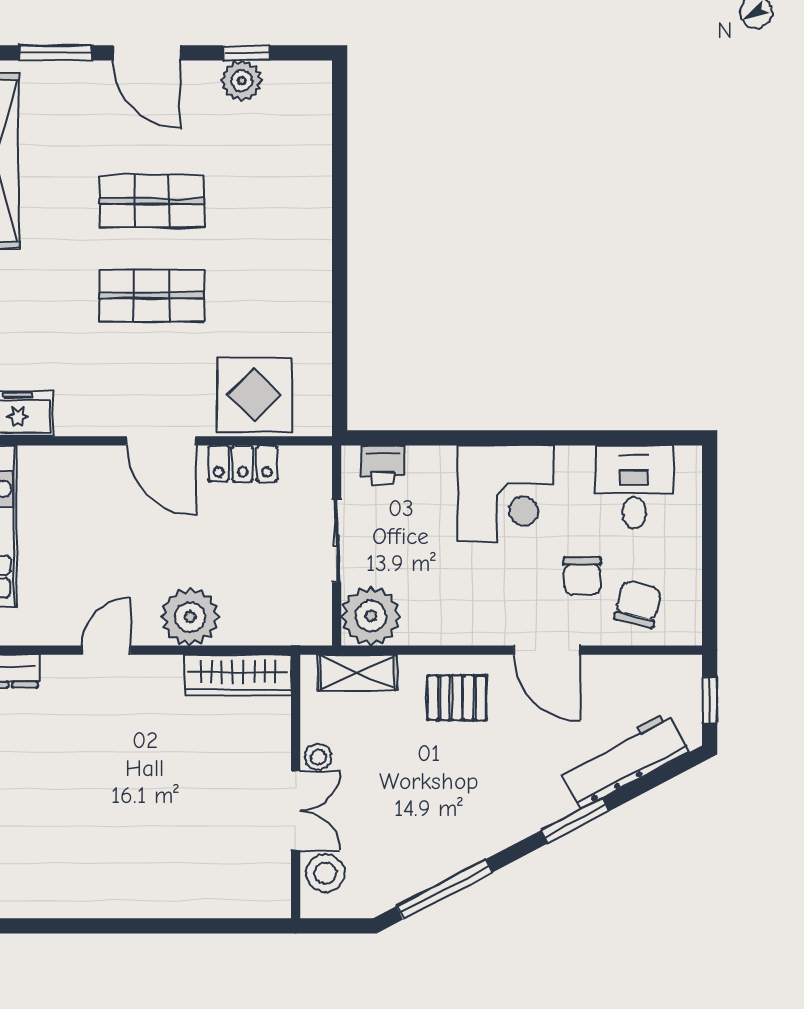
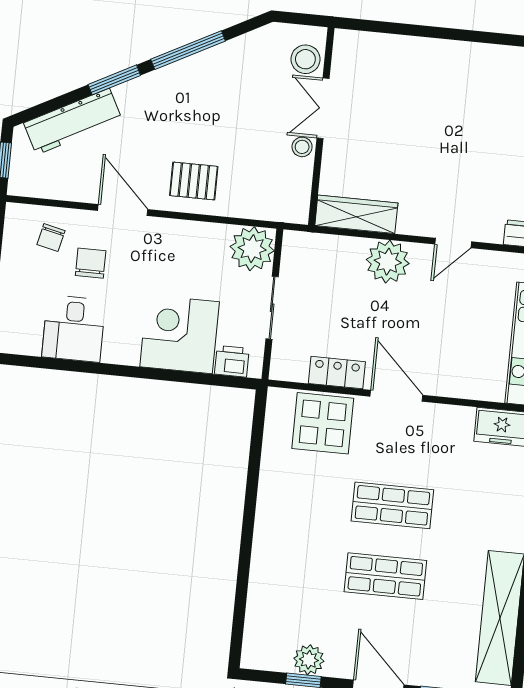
desk: (634, 487) -> (74, 329), moved
corner desk: (506, 494) -> (180, 334), moved
chair: (638, 604) -> (51, 238), width x0.73, depth x0.73
shelving: (357, 672) -> (266, 207), removed
window: (444, 889) -> (188, 50), moved

